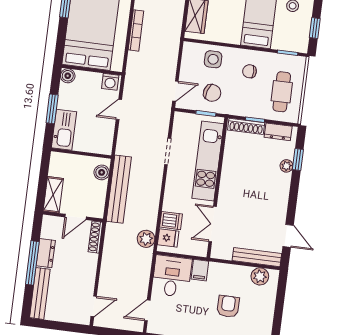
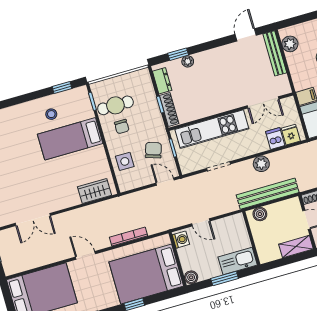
cafe table: (282, 92) -> (115, 105), moved
plant: (146, 239) -> (261, 164), moved

